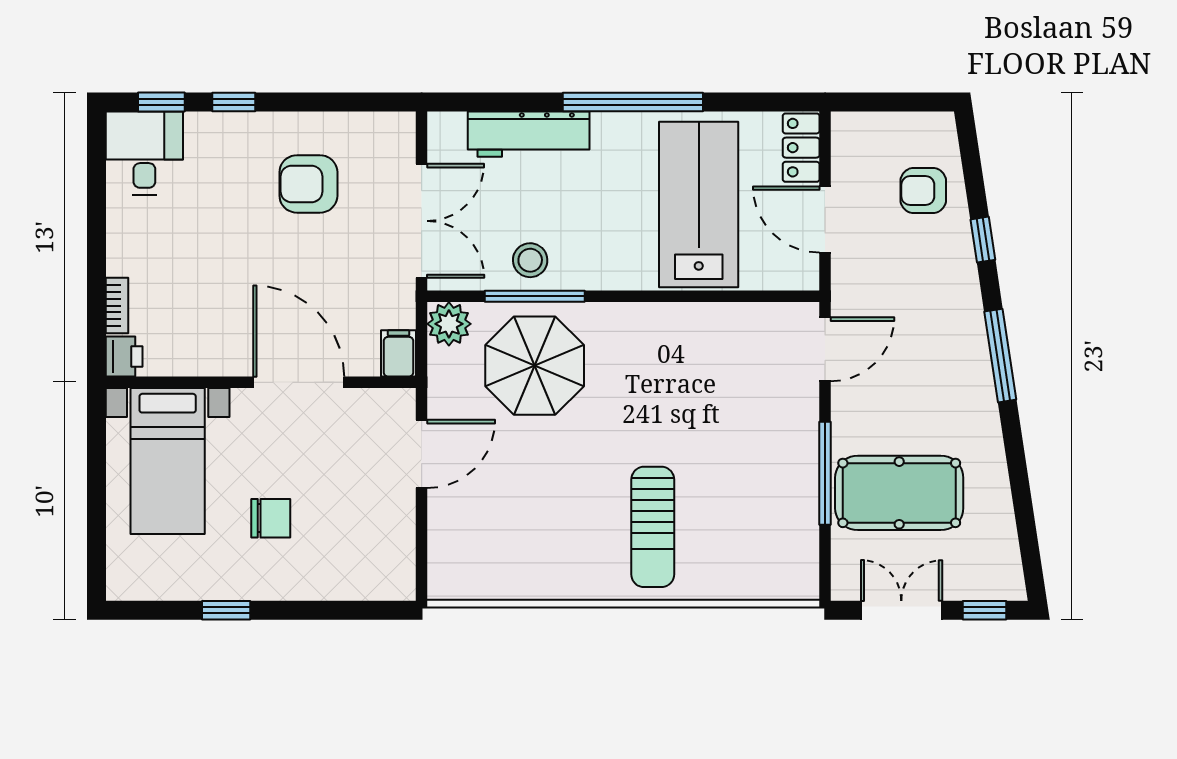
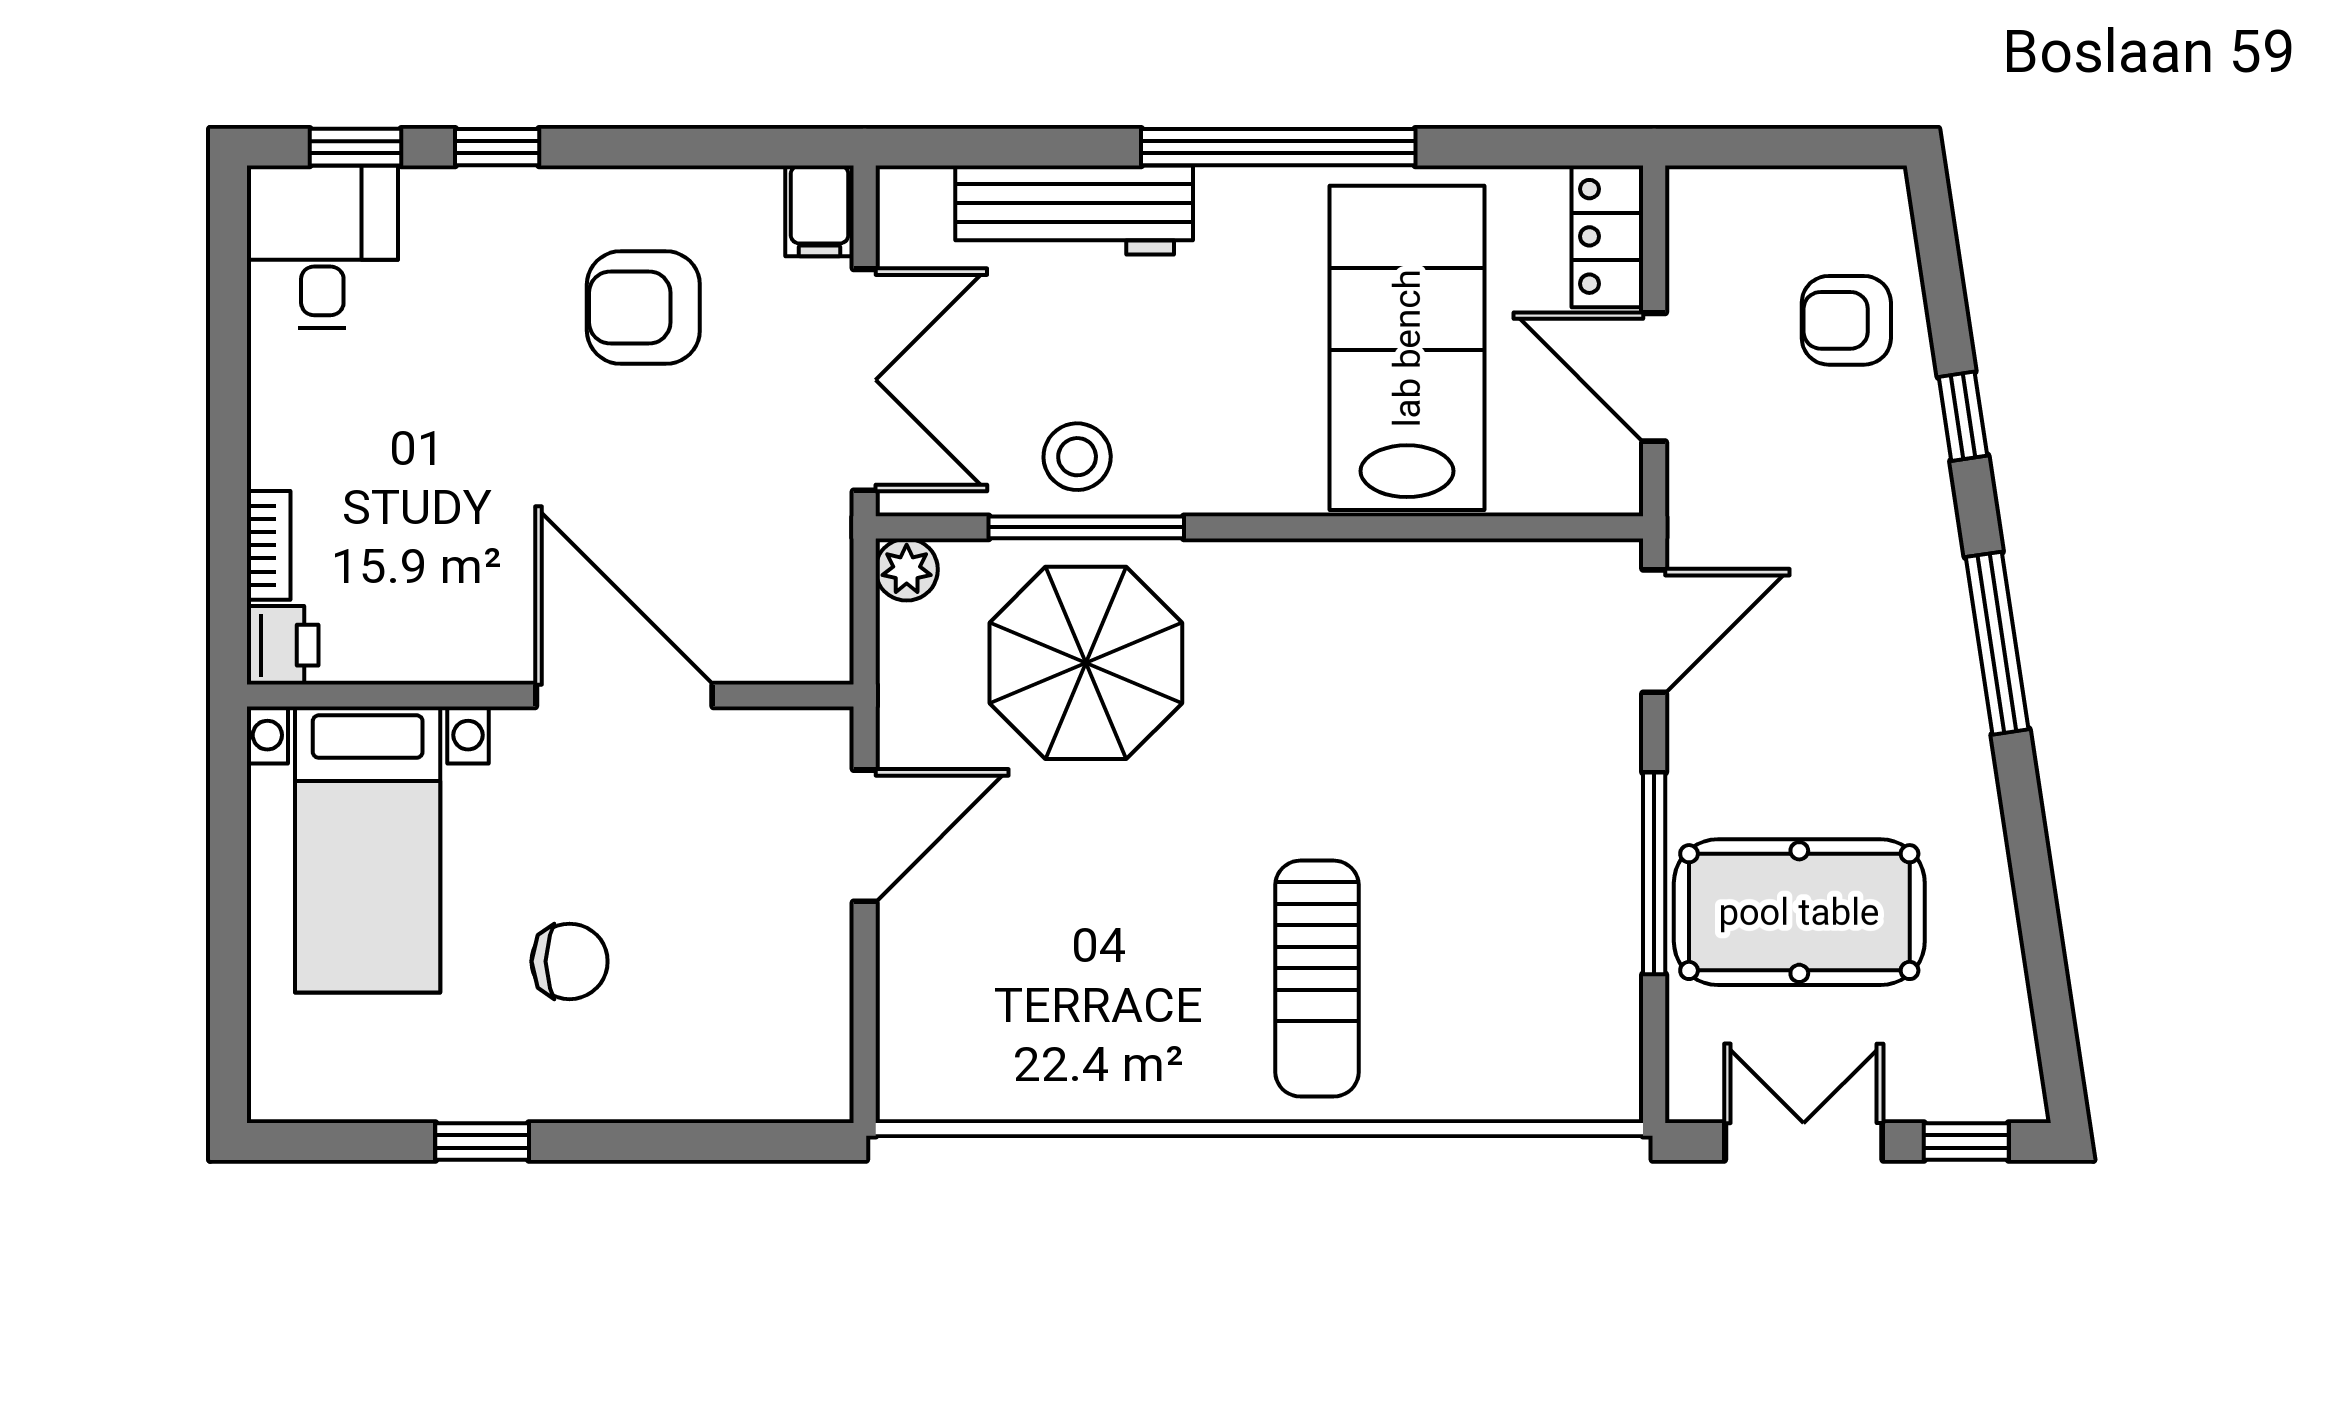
plant: (449, 324) -> (907, 570), width x0.73, depth x0.73
filing cabinet: (399, 353) -> (820, 211), moved, turned 180

